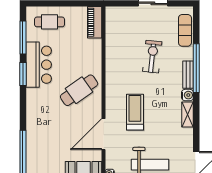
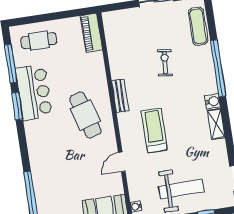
exercise bike: (152, 57) -> (165, 63), width x0.73, depth x0.72
bench: (188, 75) -> (120, 96), moved
cafe table: (79, 90) -> (85, 115), turned -71
door: (104, 134) -> (122, 162), width x0.53

